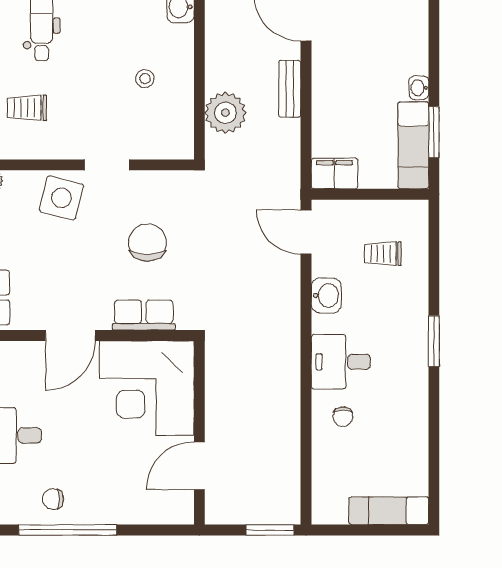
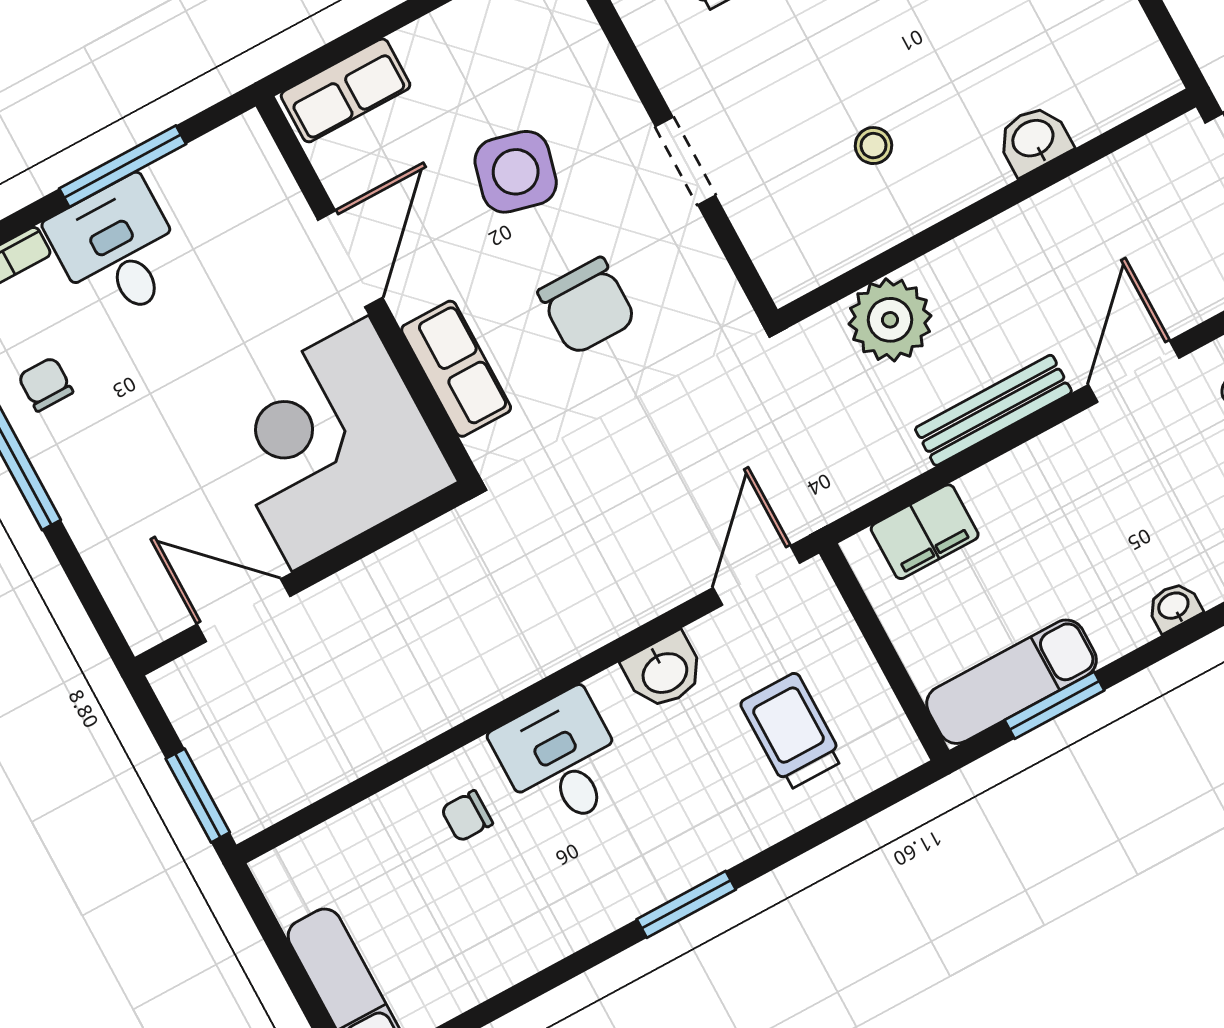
washbasin: (419, 88) -> (1174, 607), moved
bench: (290, 89) -> (993, 410), width x1.36
filing cabinet: (334, 173) -> (925, 532), moved, turned 90
side table: (61, 198) -> (516, 172), moved
chair: (147, 243) -> (587, 306), turned 90
trolley: (383, 254) -> (792, 731), width x1.36, depth x1.39
door: (70, 335) -> (350, 259), swing flipped

